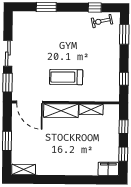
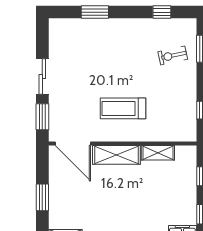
exercise bike: (102, 21) -> (173, 56), moved

